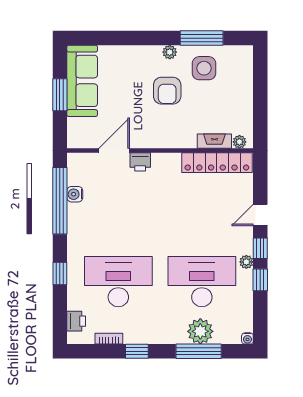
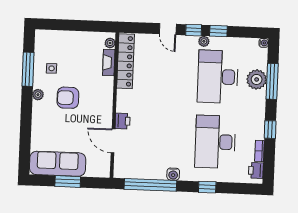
side table: (204, 68) -> (52, 68), width x0.54, depth x0.54
armchair: (167, 91) -> (68, 98), turned 180
water cooler: (75, 194) -> (173, 174), moved
printer: (76, 321) -> (256, 171), moved, turned -90

